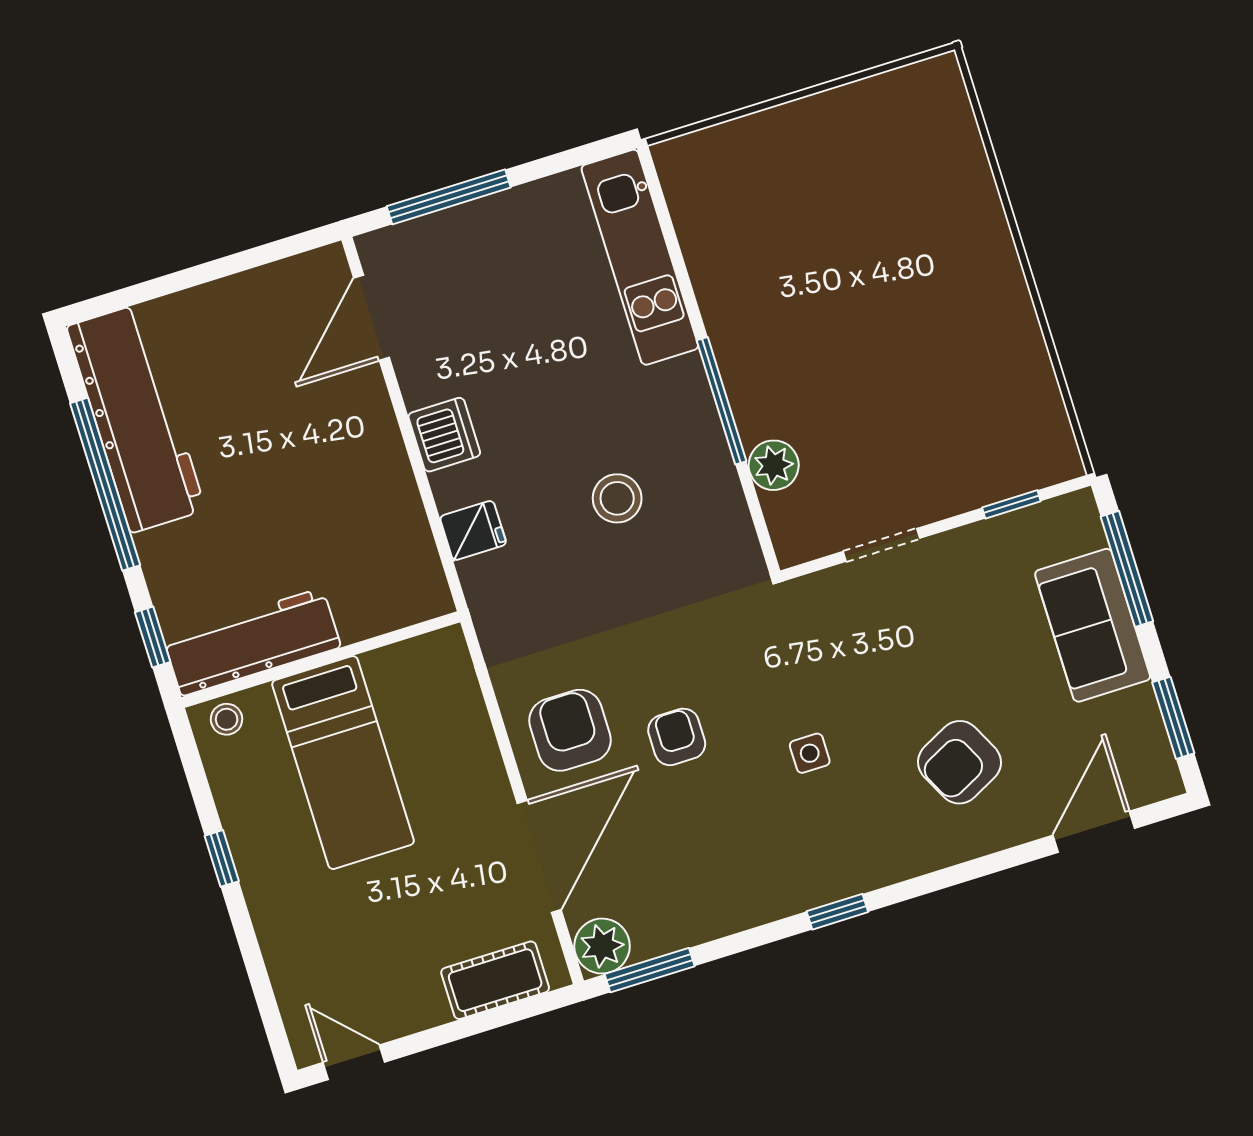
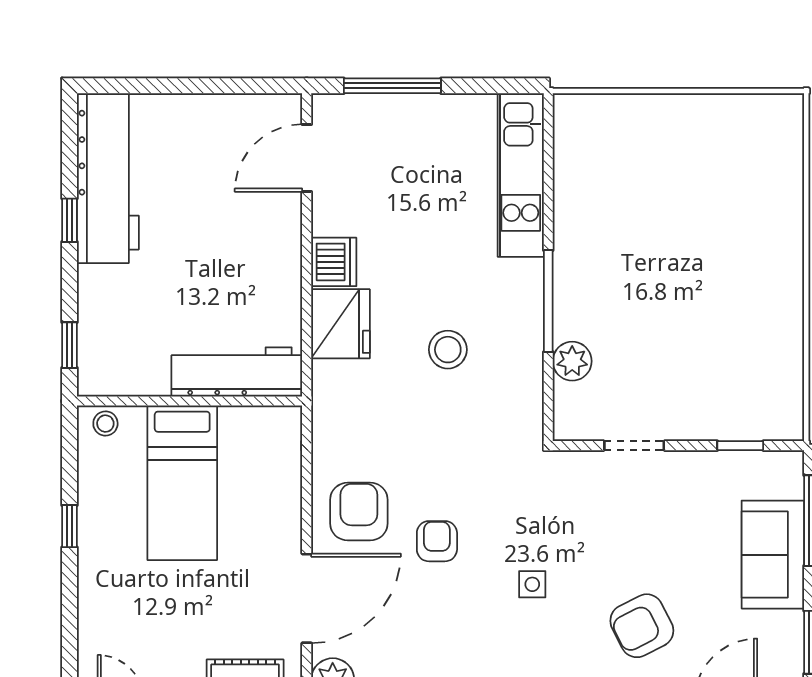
window: (105, 484) -> (70, 220), width x0.32
fridge: (473, 530) -> (340, 324), width x1.88, depth x1.34
workbench: (252, 642) -> (237, 372), moved

